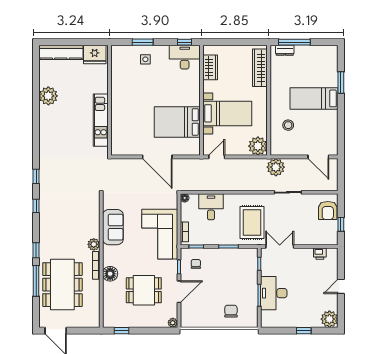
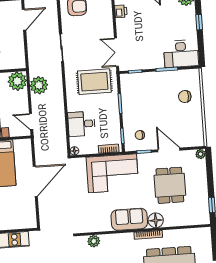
plant: (276, 167) -> (39, 85), moved
sofa: (113, 227) -> (129, 219), moved
plant: (94, 244) -> (94, 241), moved
desk: (274, 293) -> (181, 54), moved

